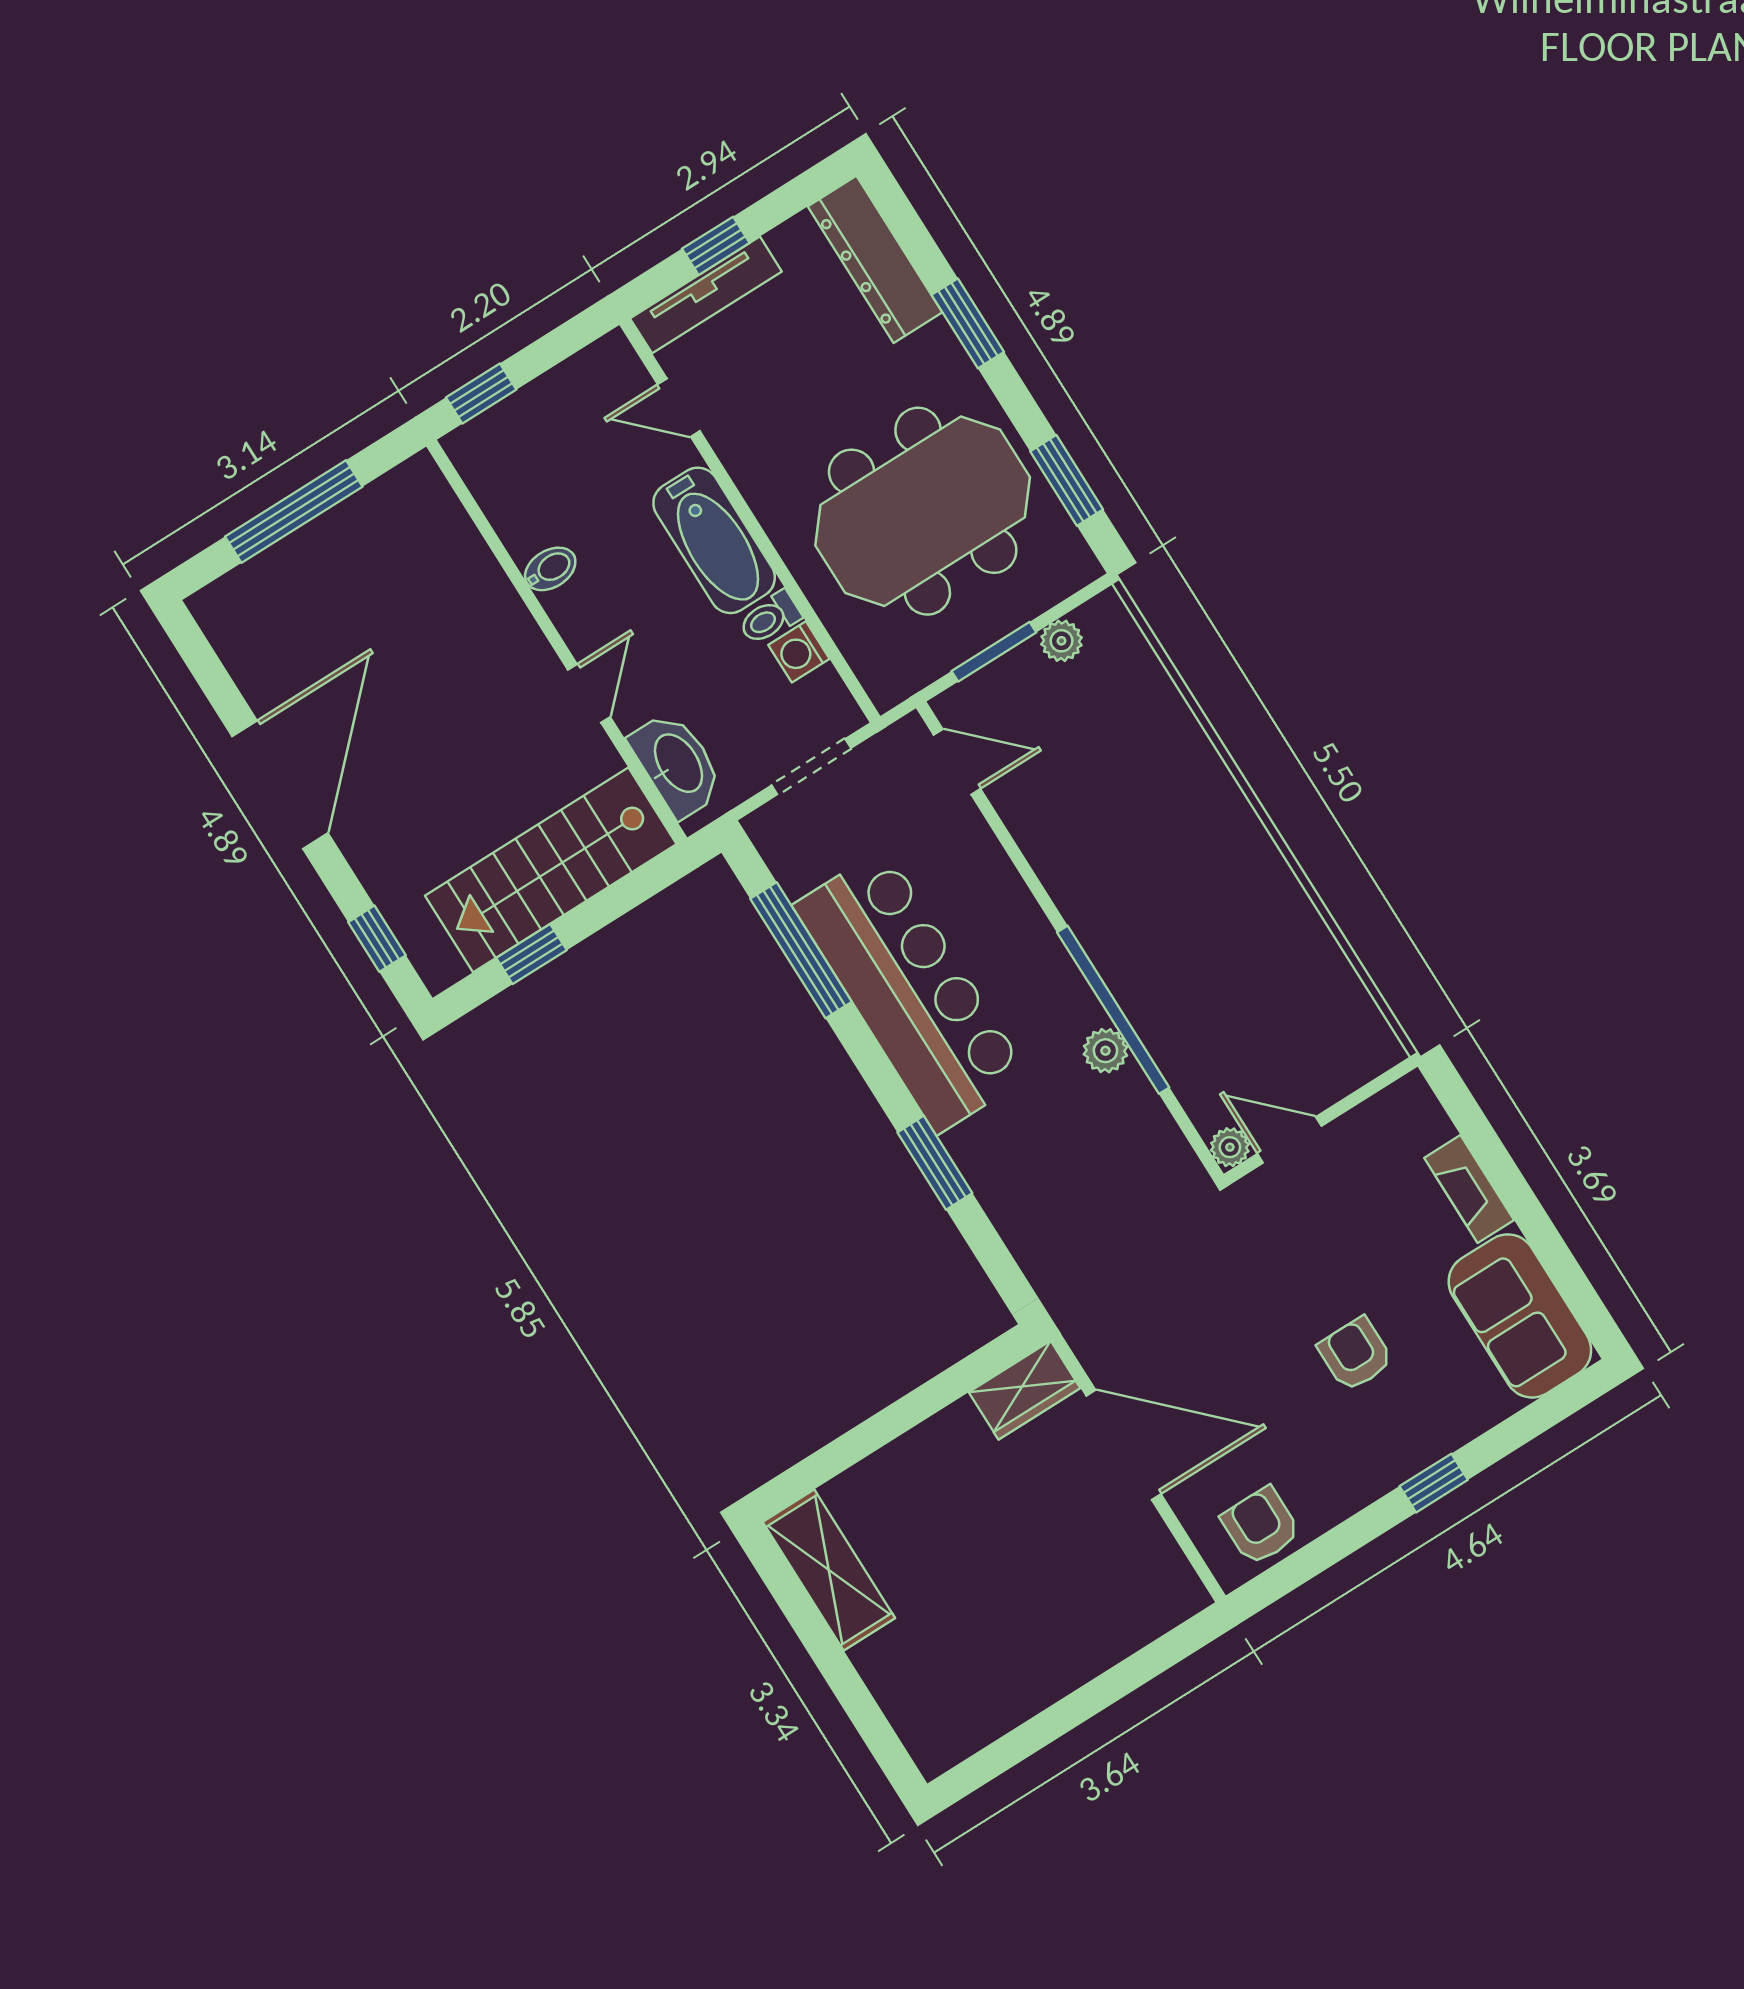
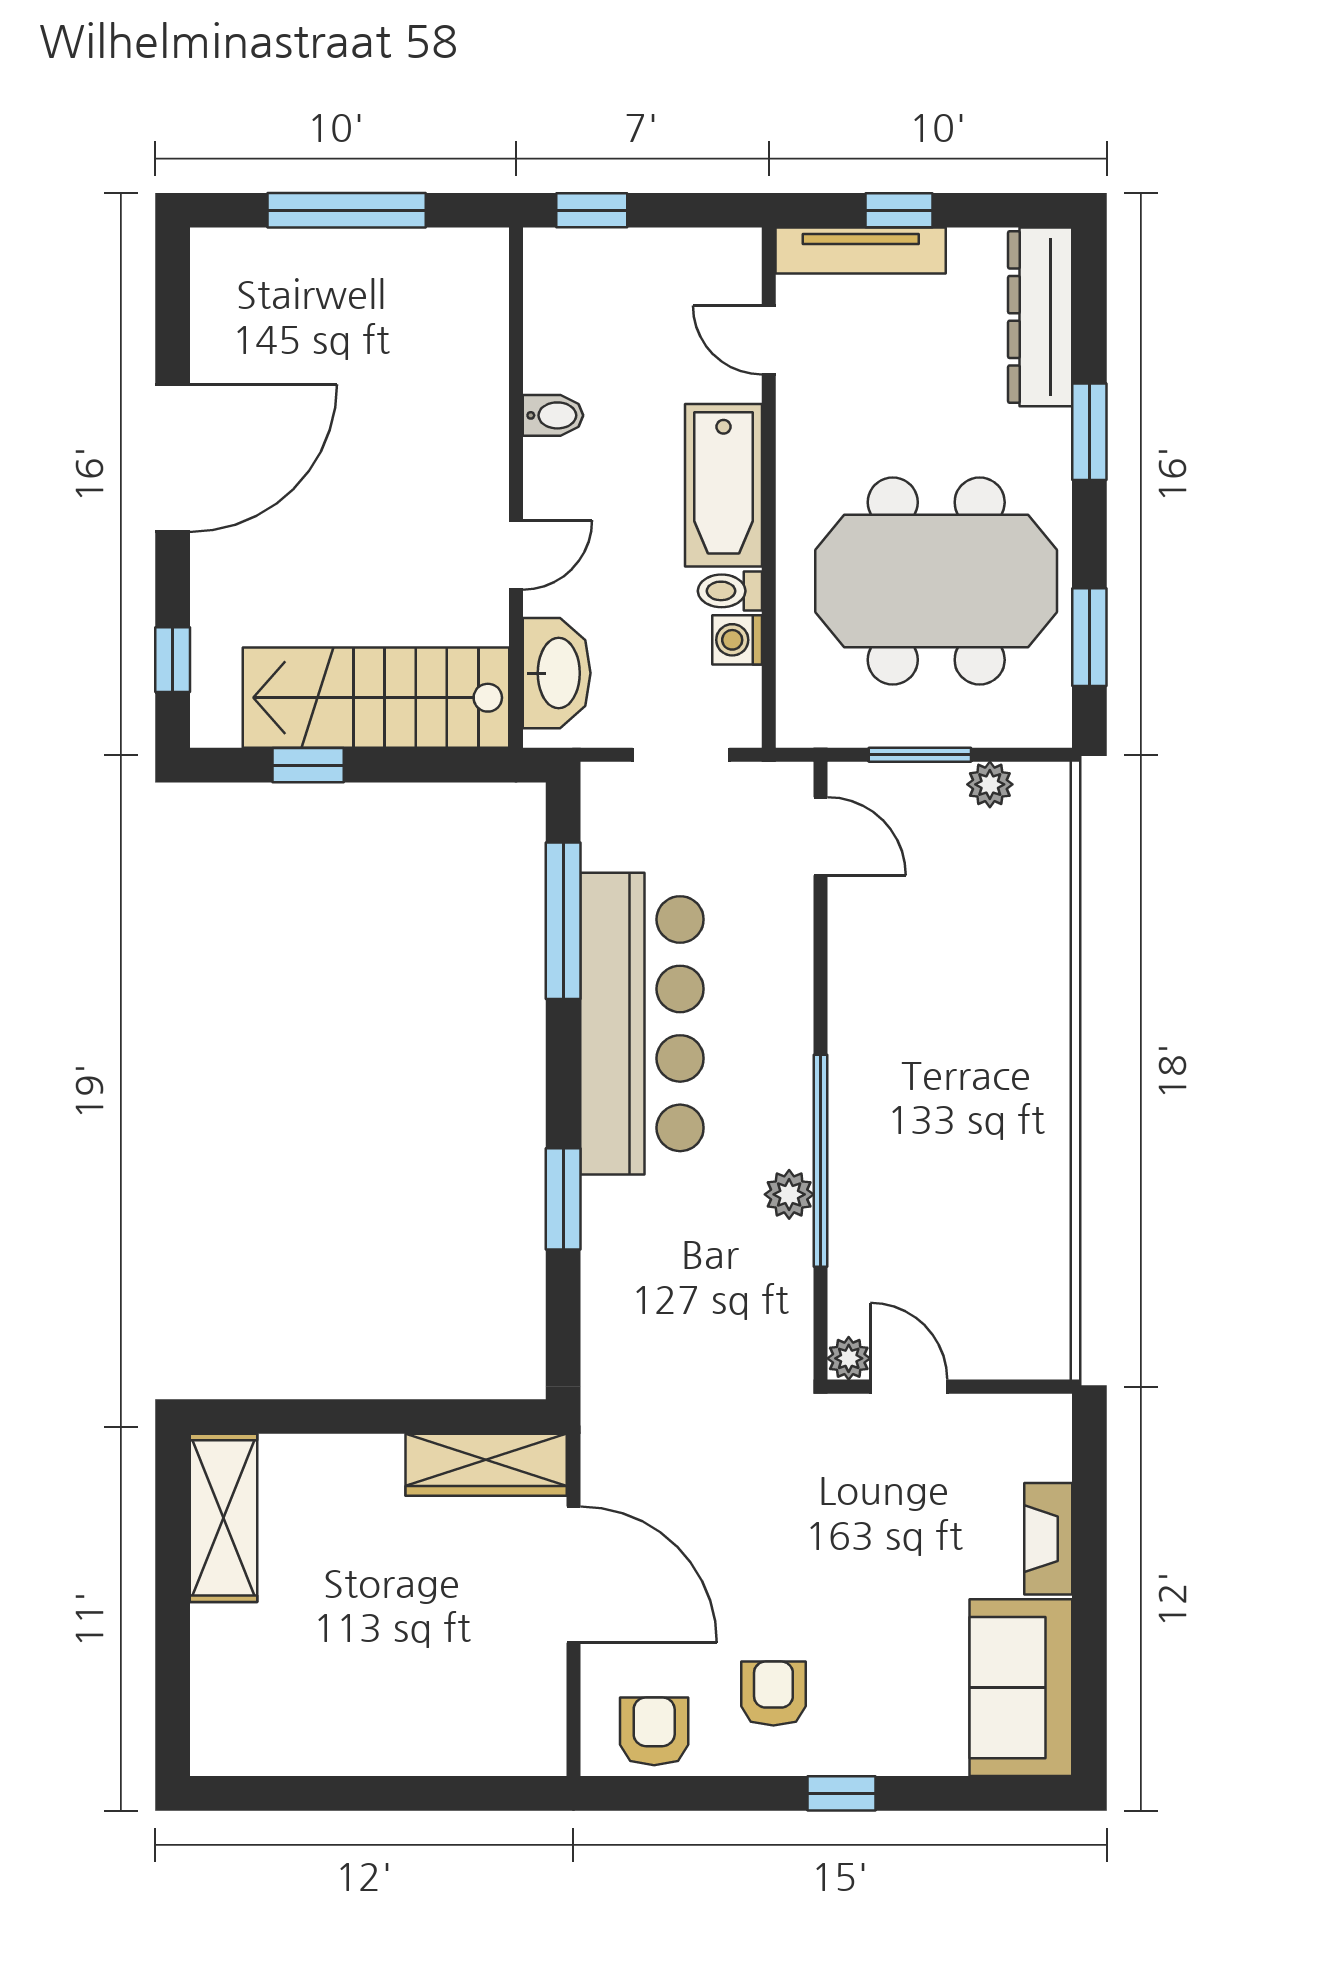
armchair: (1355, 1354) -> (773, 1694), moved
wardrobe: (1025, 1390) -> (486, 1465), width x1.50

